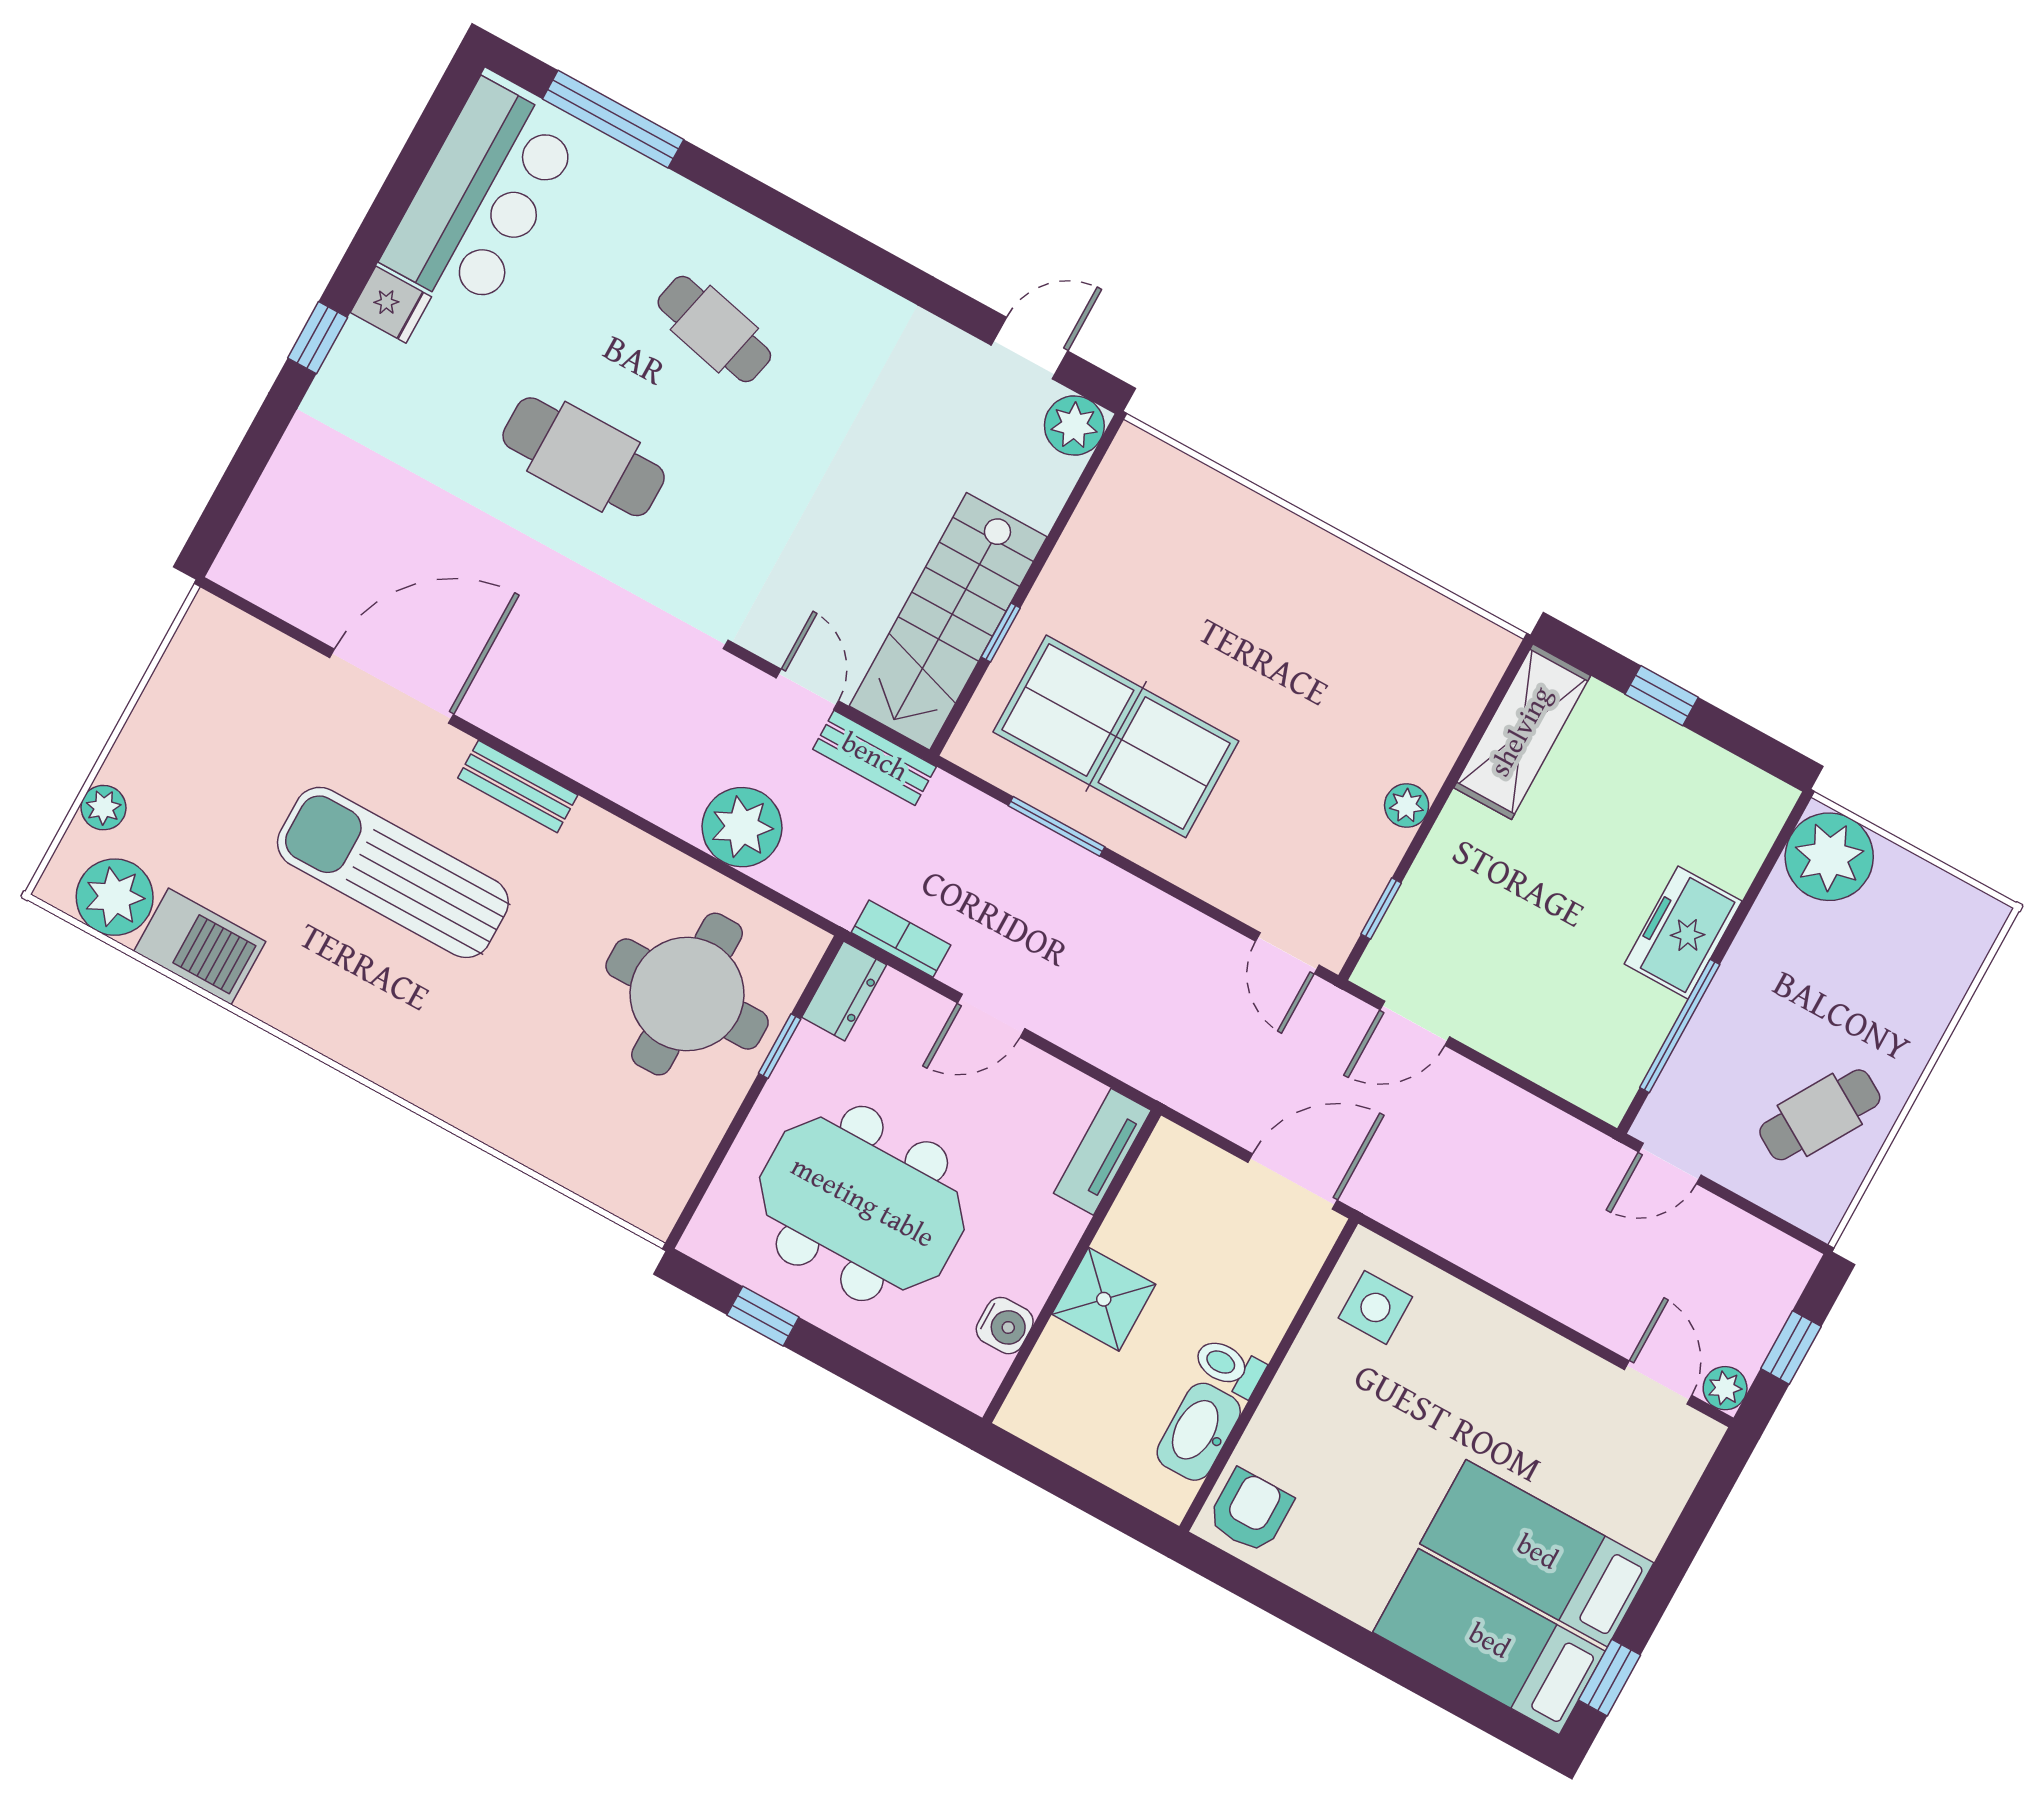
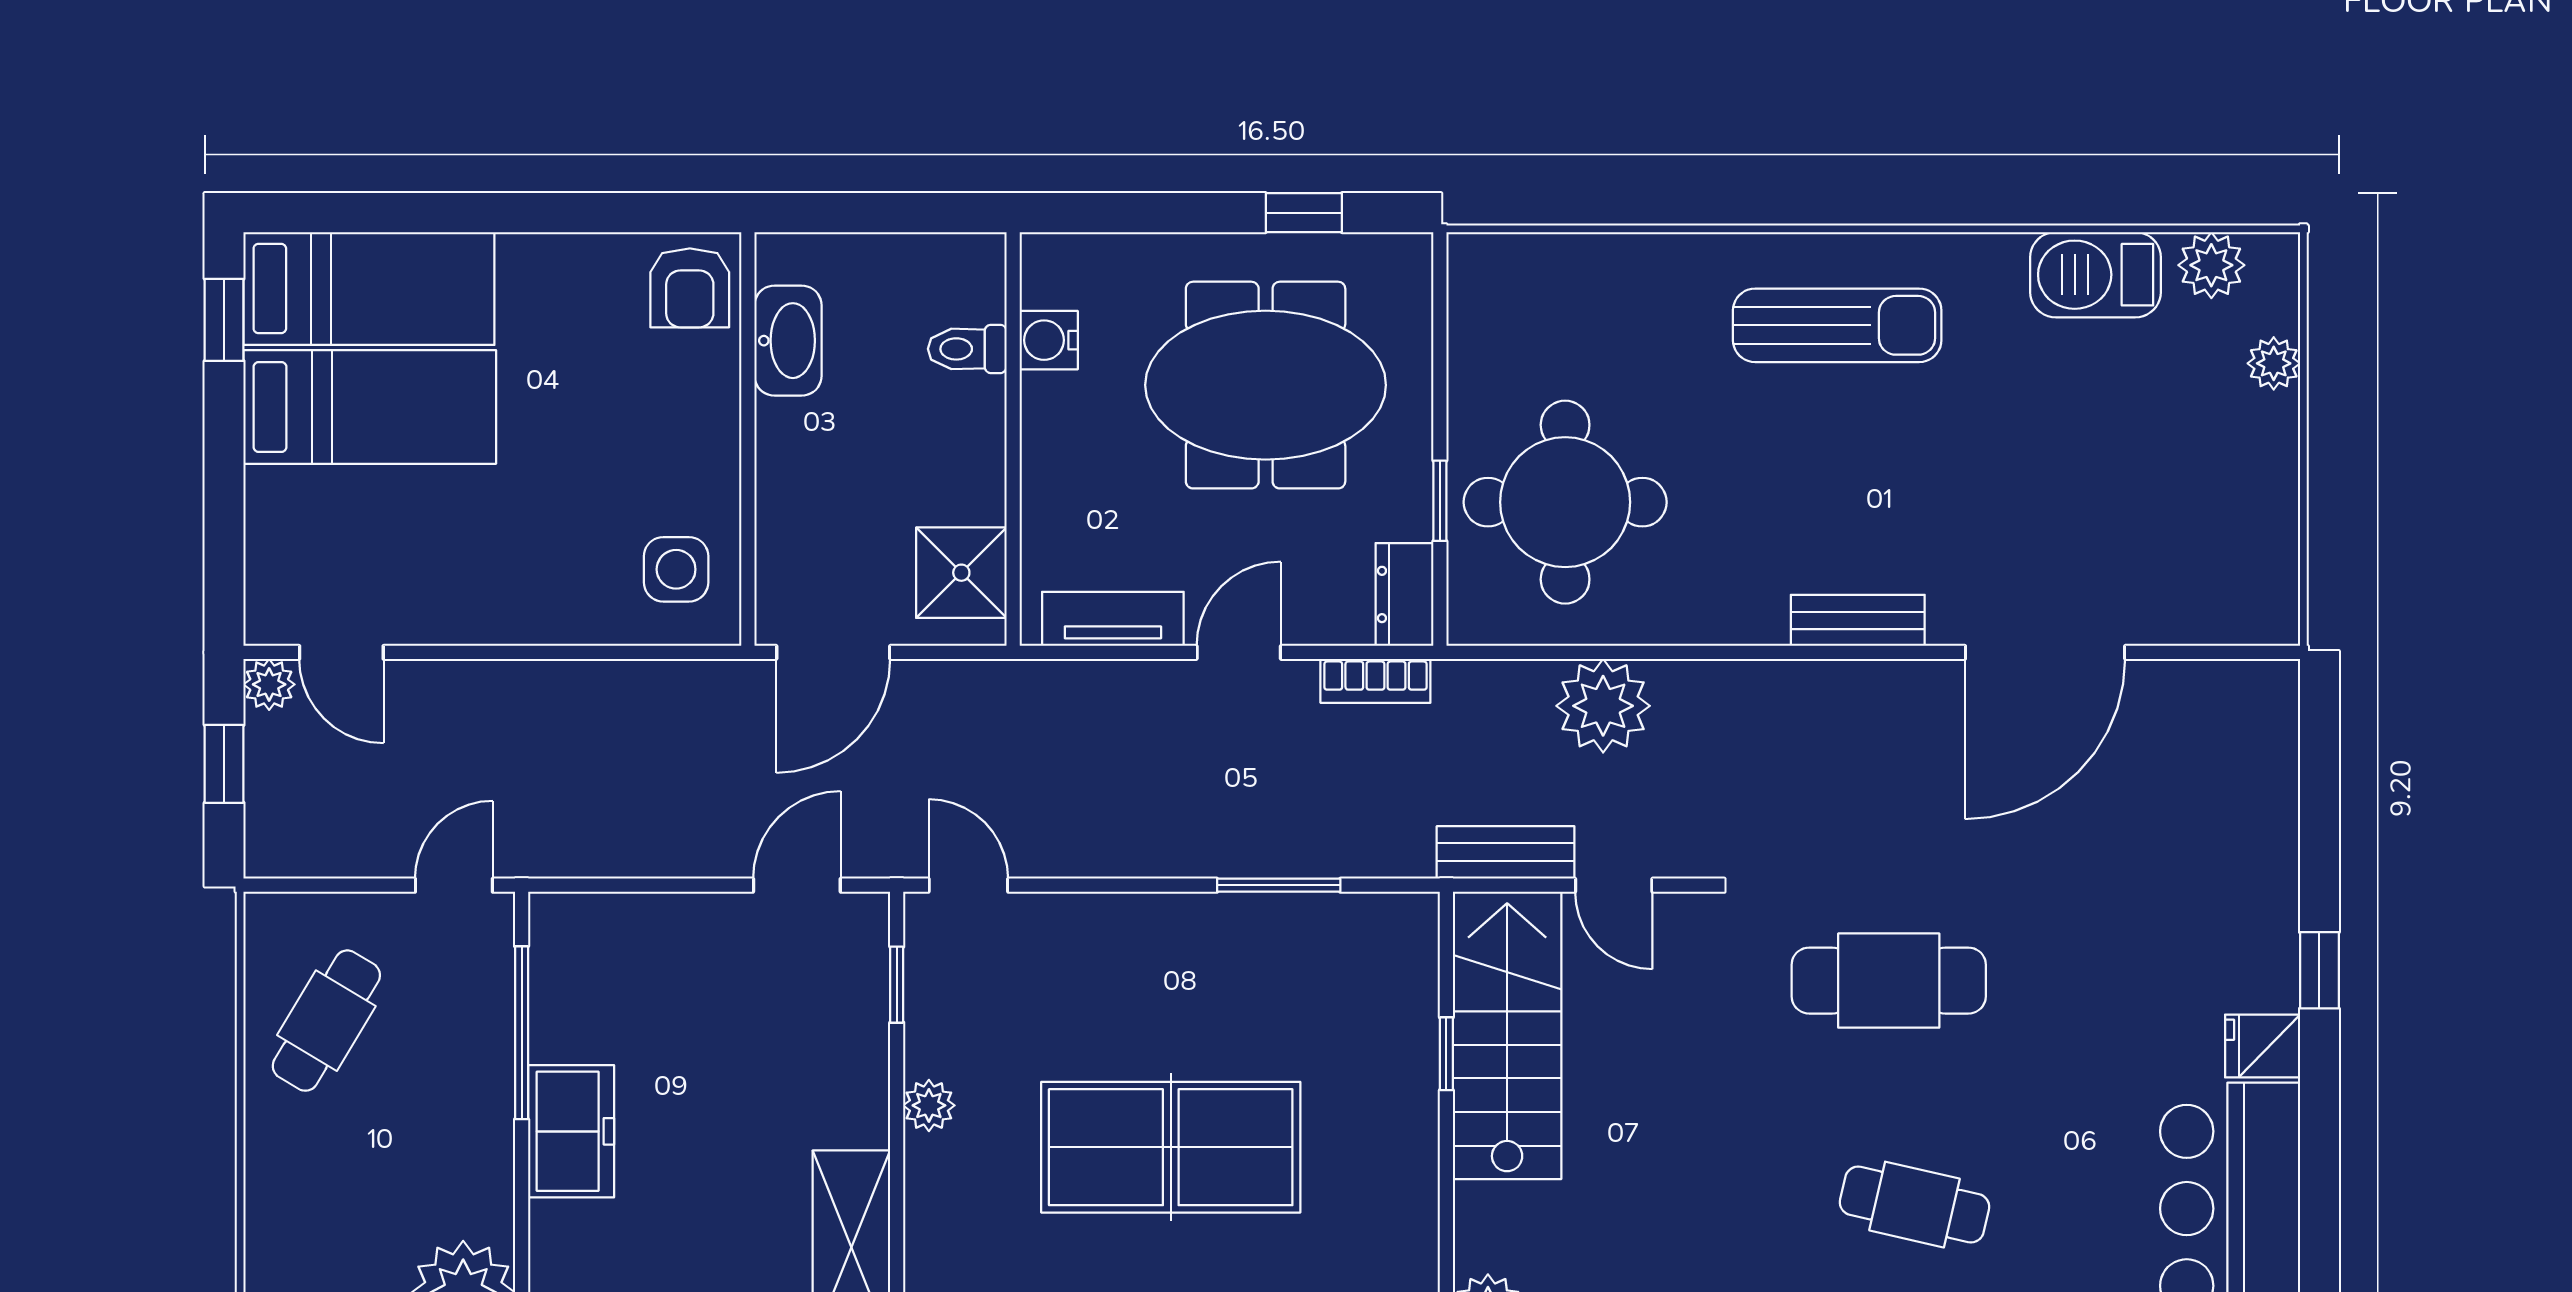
cafe table: (584, 457) -> (1889, 981), moved
table tennis table: (1116, 736) -> (1171, 1147), moved
sun lounger: (393, 872) -> (1837, 325), moved, width x0.73, depth x0.75
plant: (115, 897) -> (2211, 265), width x0.73, depth x0.73
tv unit: (1102, 1152) -> (1113, 619), moved, turned -90
shower: (1104, 1299) -> (961, 573), moved
toilet: (1229, 1367) -> (967, 349), moved, turned 180

